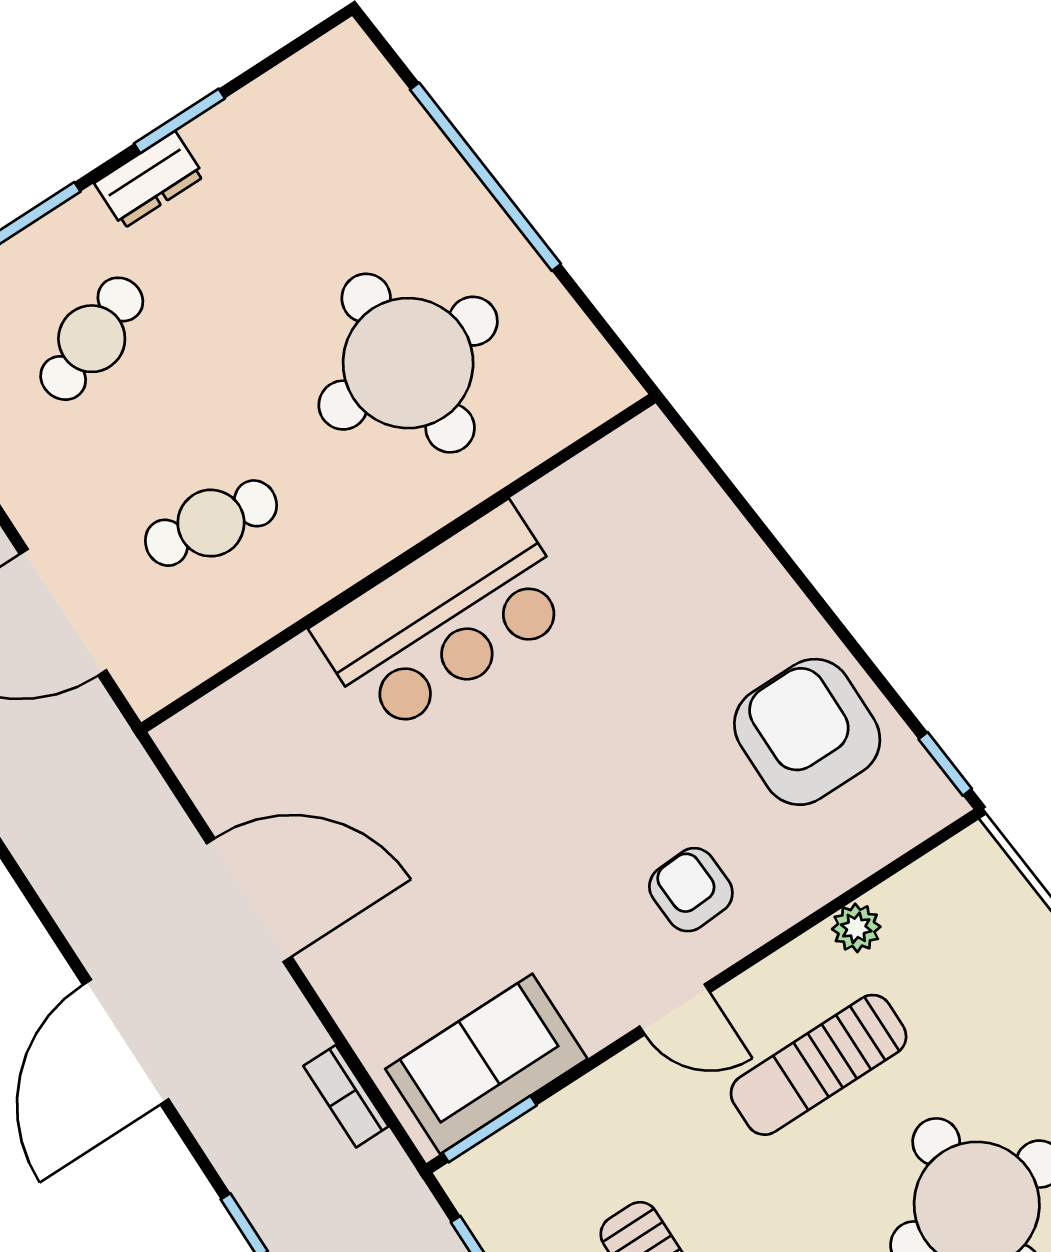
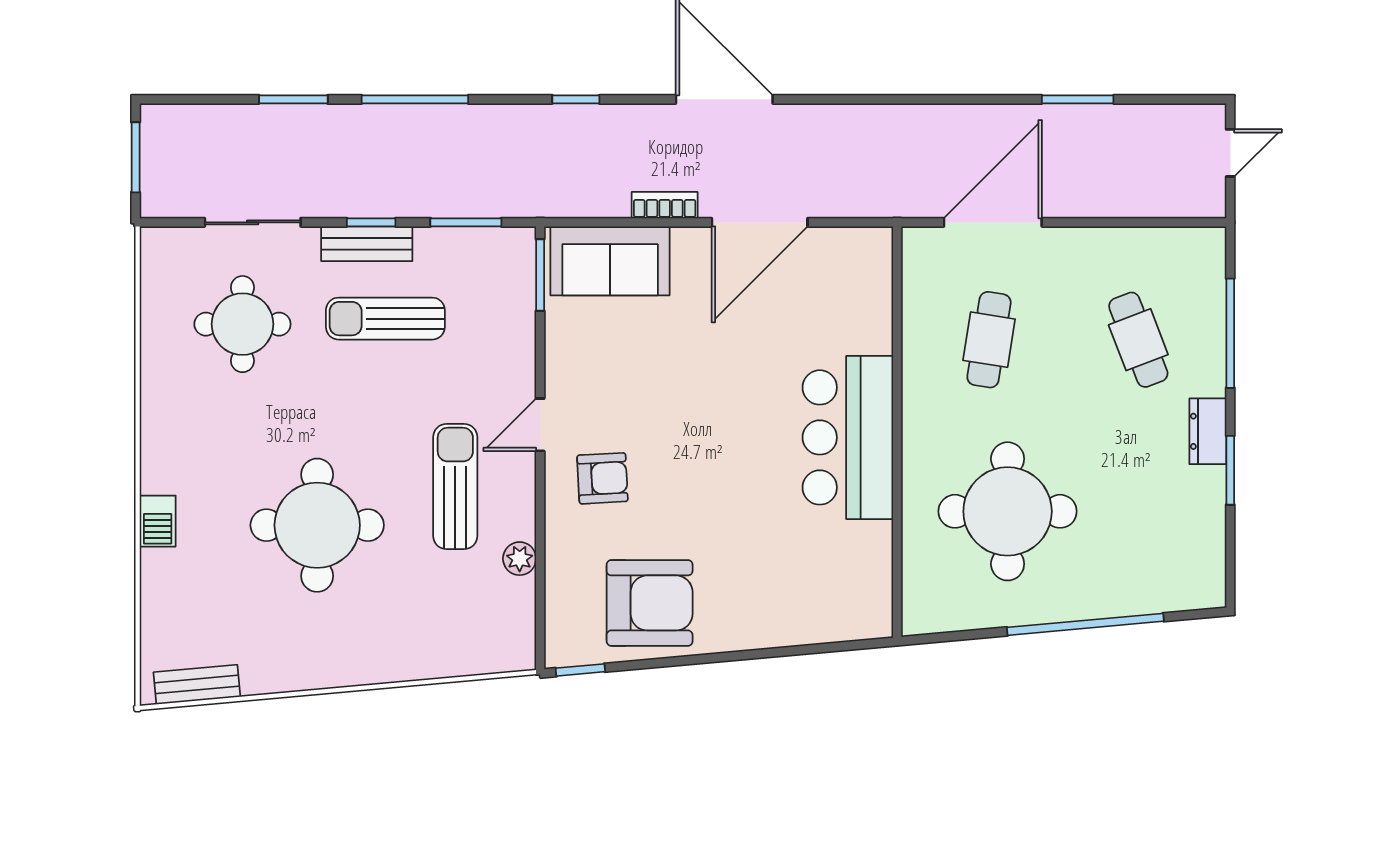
sofa: (486, 1064) -> (610, 261), moved, turned 90
bookcase: (346, 1096) -> (665, 205), moved

